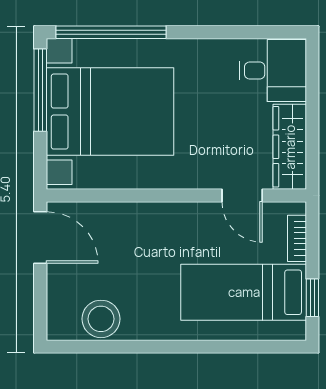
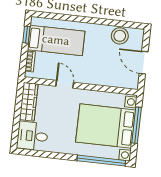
window: (40, 90) -> (137, 125), moved
door: (242, 196) -> (65, 84), moved
door: (40, 237) -> (144, 63), moved

